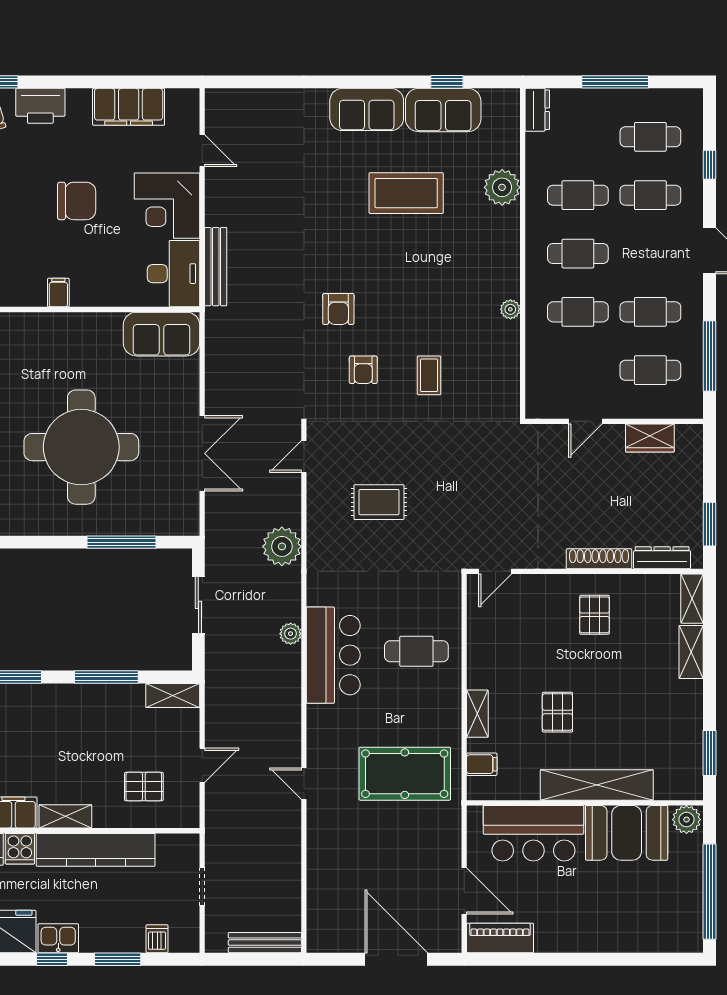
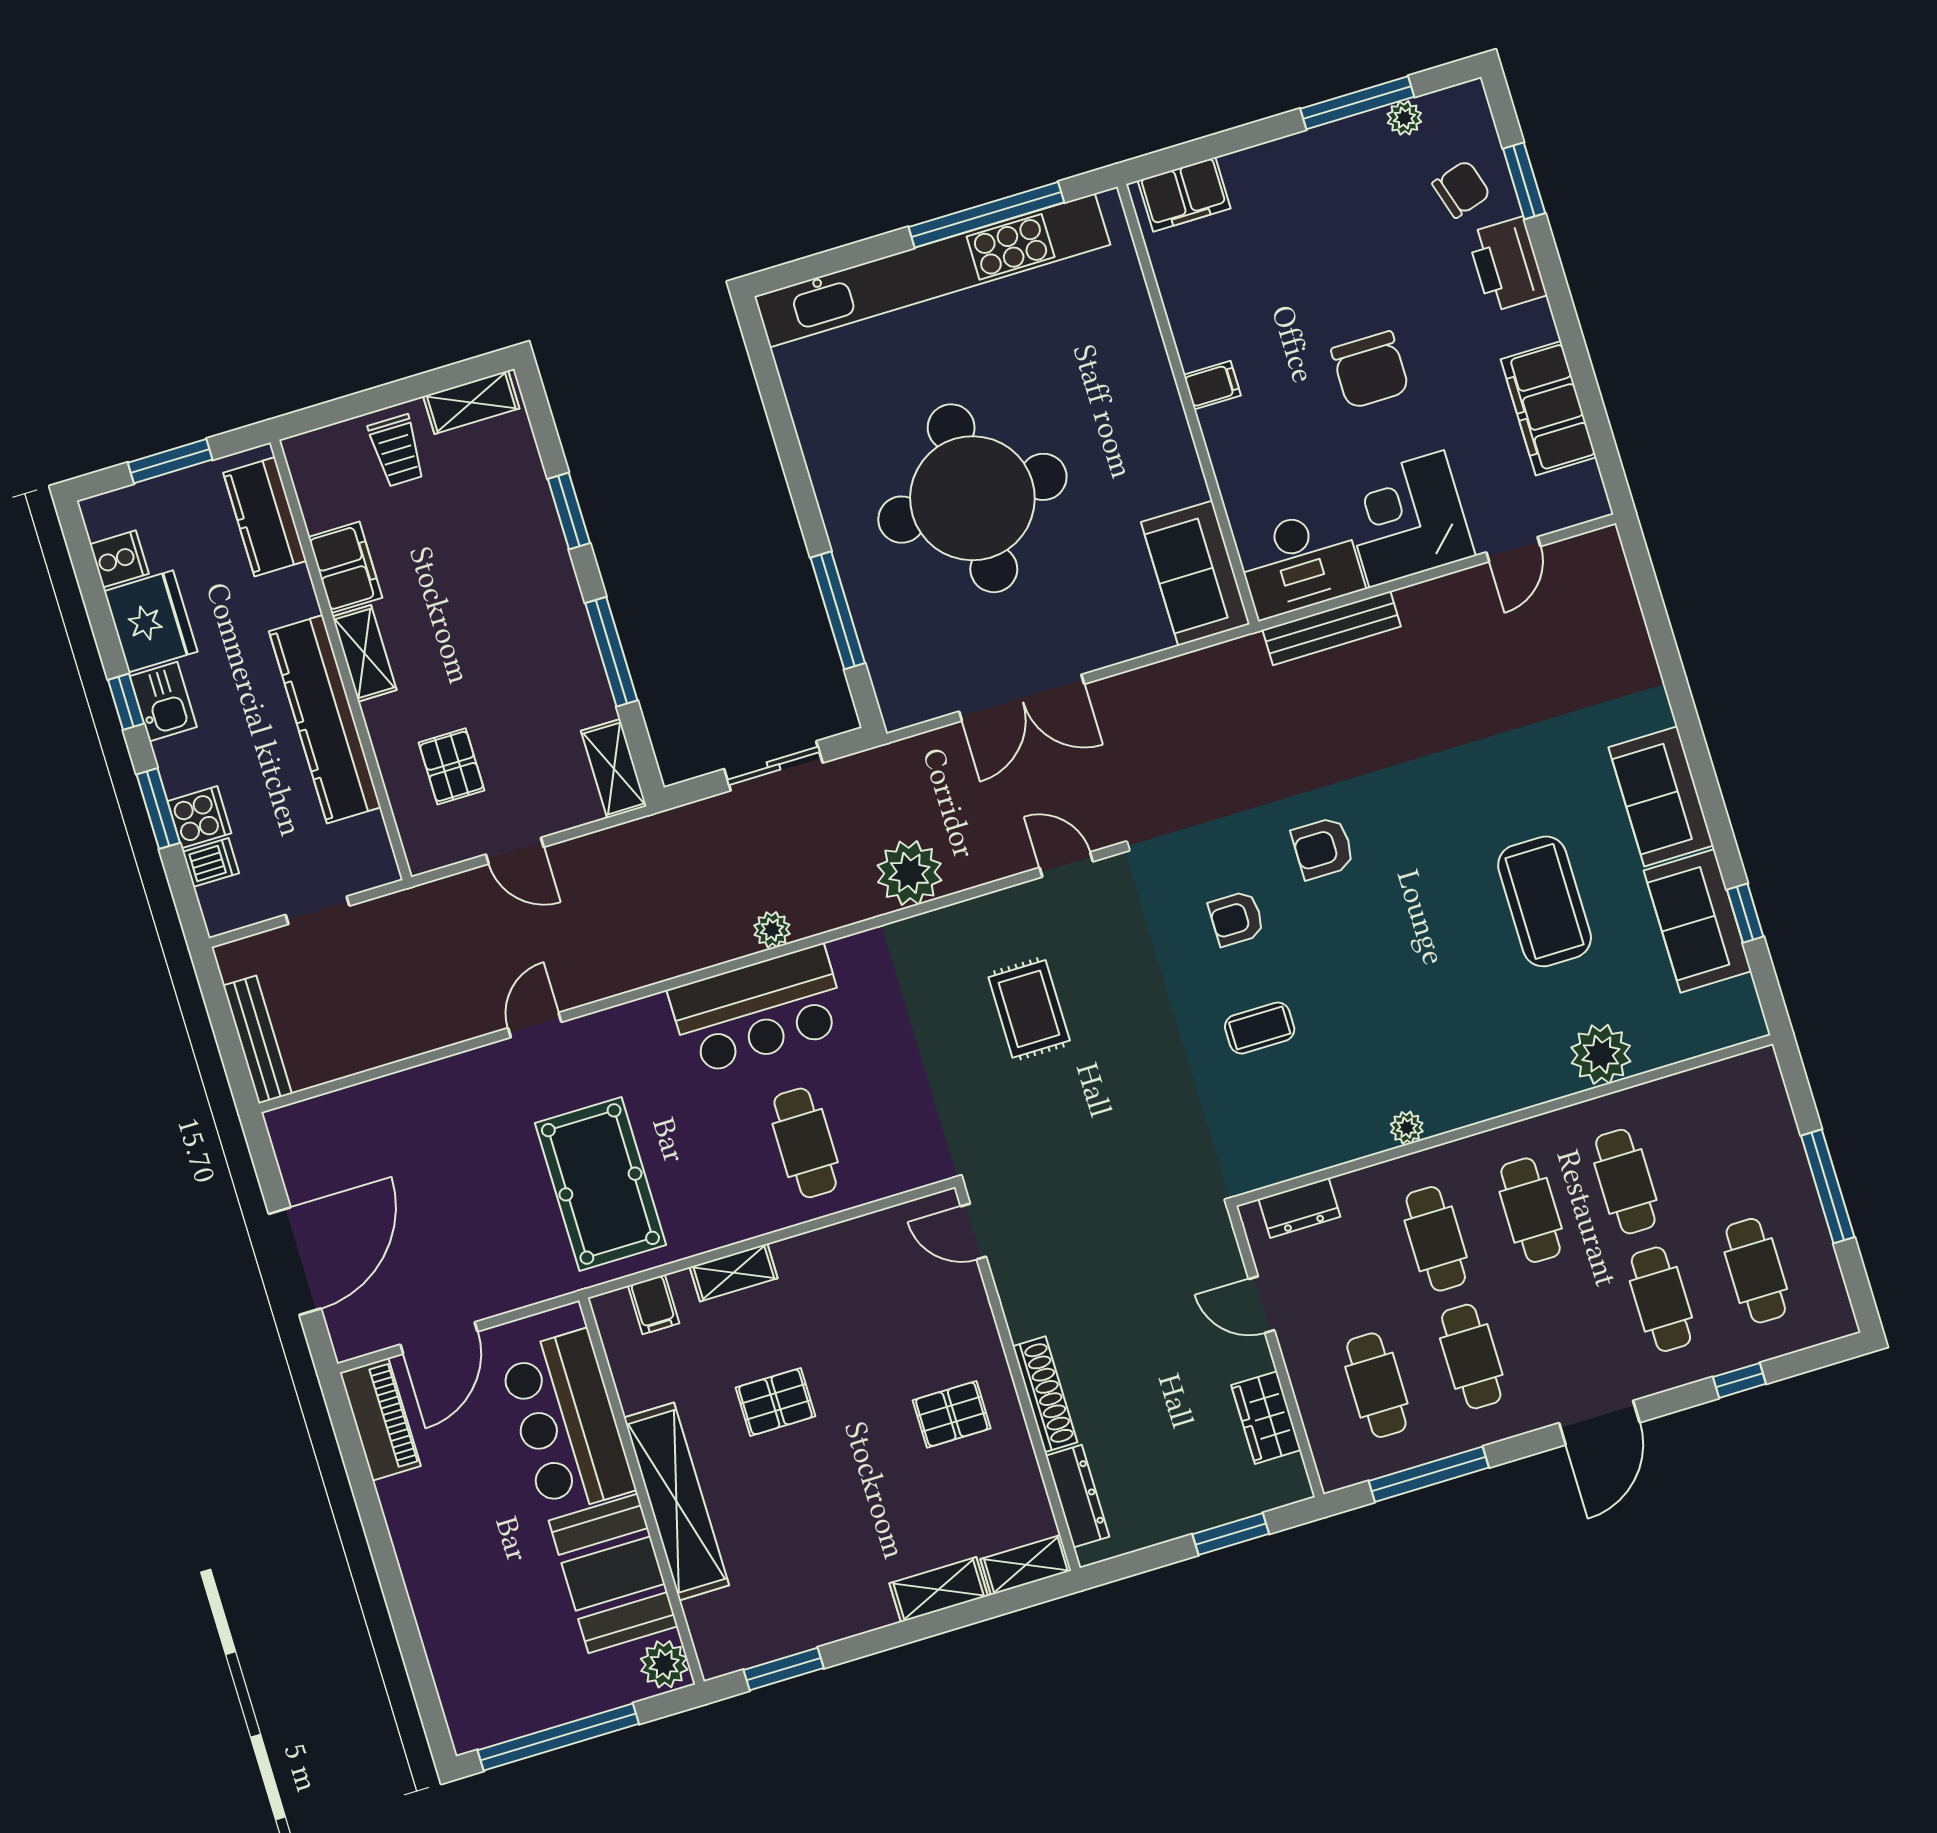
dresser: (537, 110) -> (1299, 1208), moved
window: (710, 524) -> (1231, 1534), moved
cooker: (20, 849) -> (199, 817), moved, turned 180

